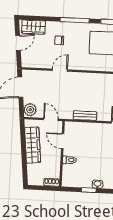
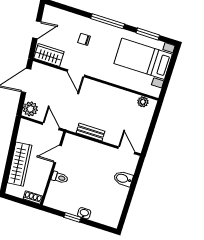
wardrobe: (33, 27) -> (49, 55), moved, turned 180
door: (60, 70) -> (76, 73), swing flipped
door: (63, 141) -> (58, 154), hinge flipped
wardrobe: (33, 145) -> (20, 164), moved

